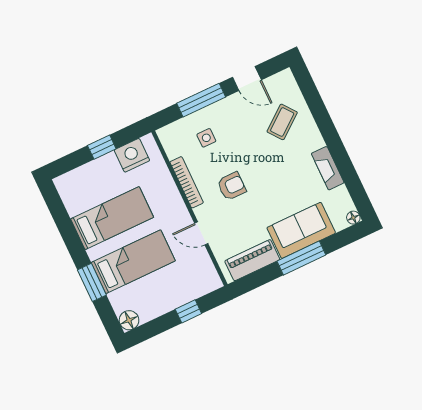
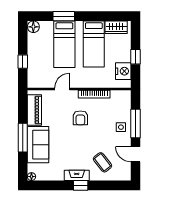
door: (247, 78) -> (136, 154), hinge flipped
side table: (206, 138) -> (121, 127), moved
window: (332, 138) -> (81, 185), added
fireplace: (328, 168) -> (77, 175), moved
wardrobe: (71, 197) -> (116, 27), added

